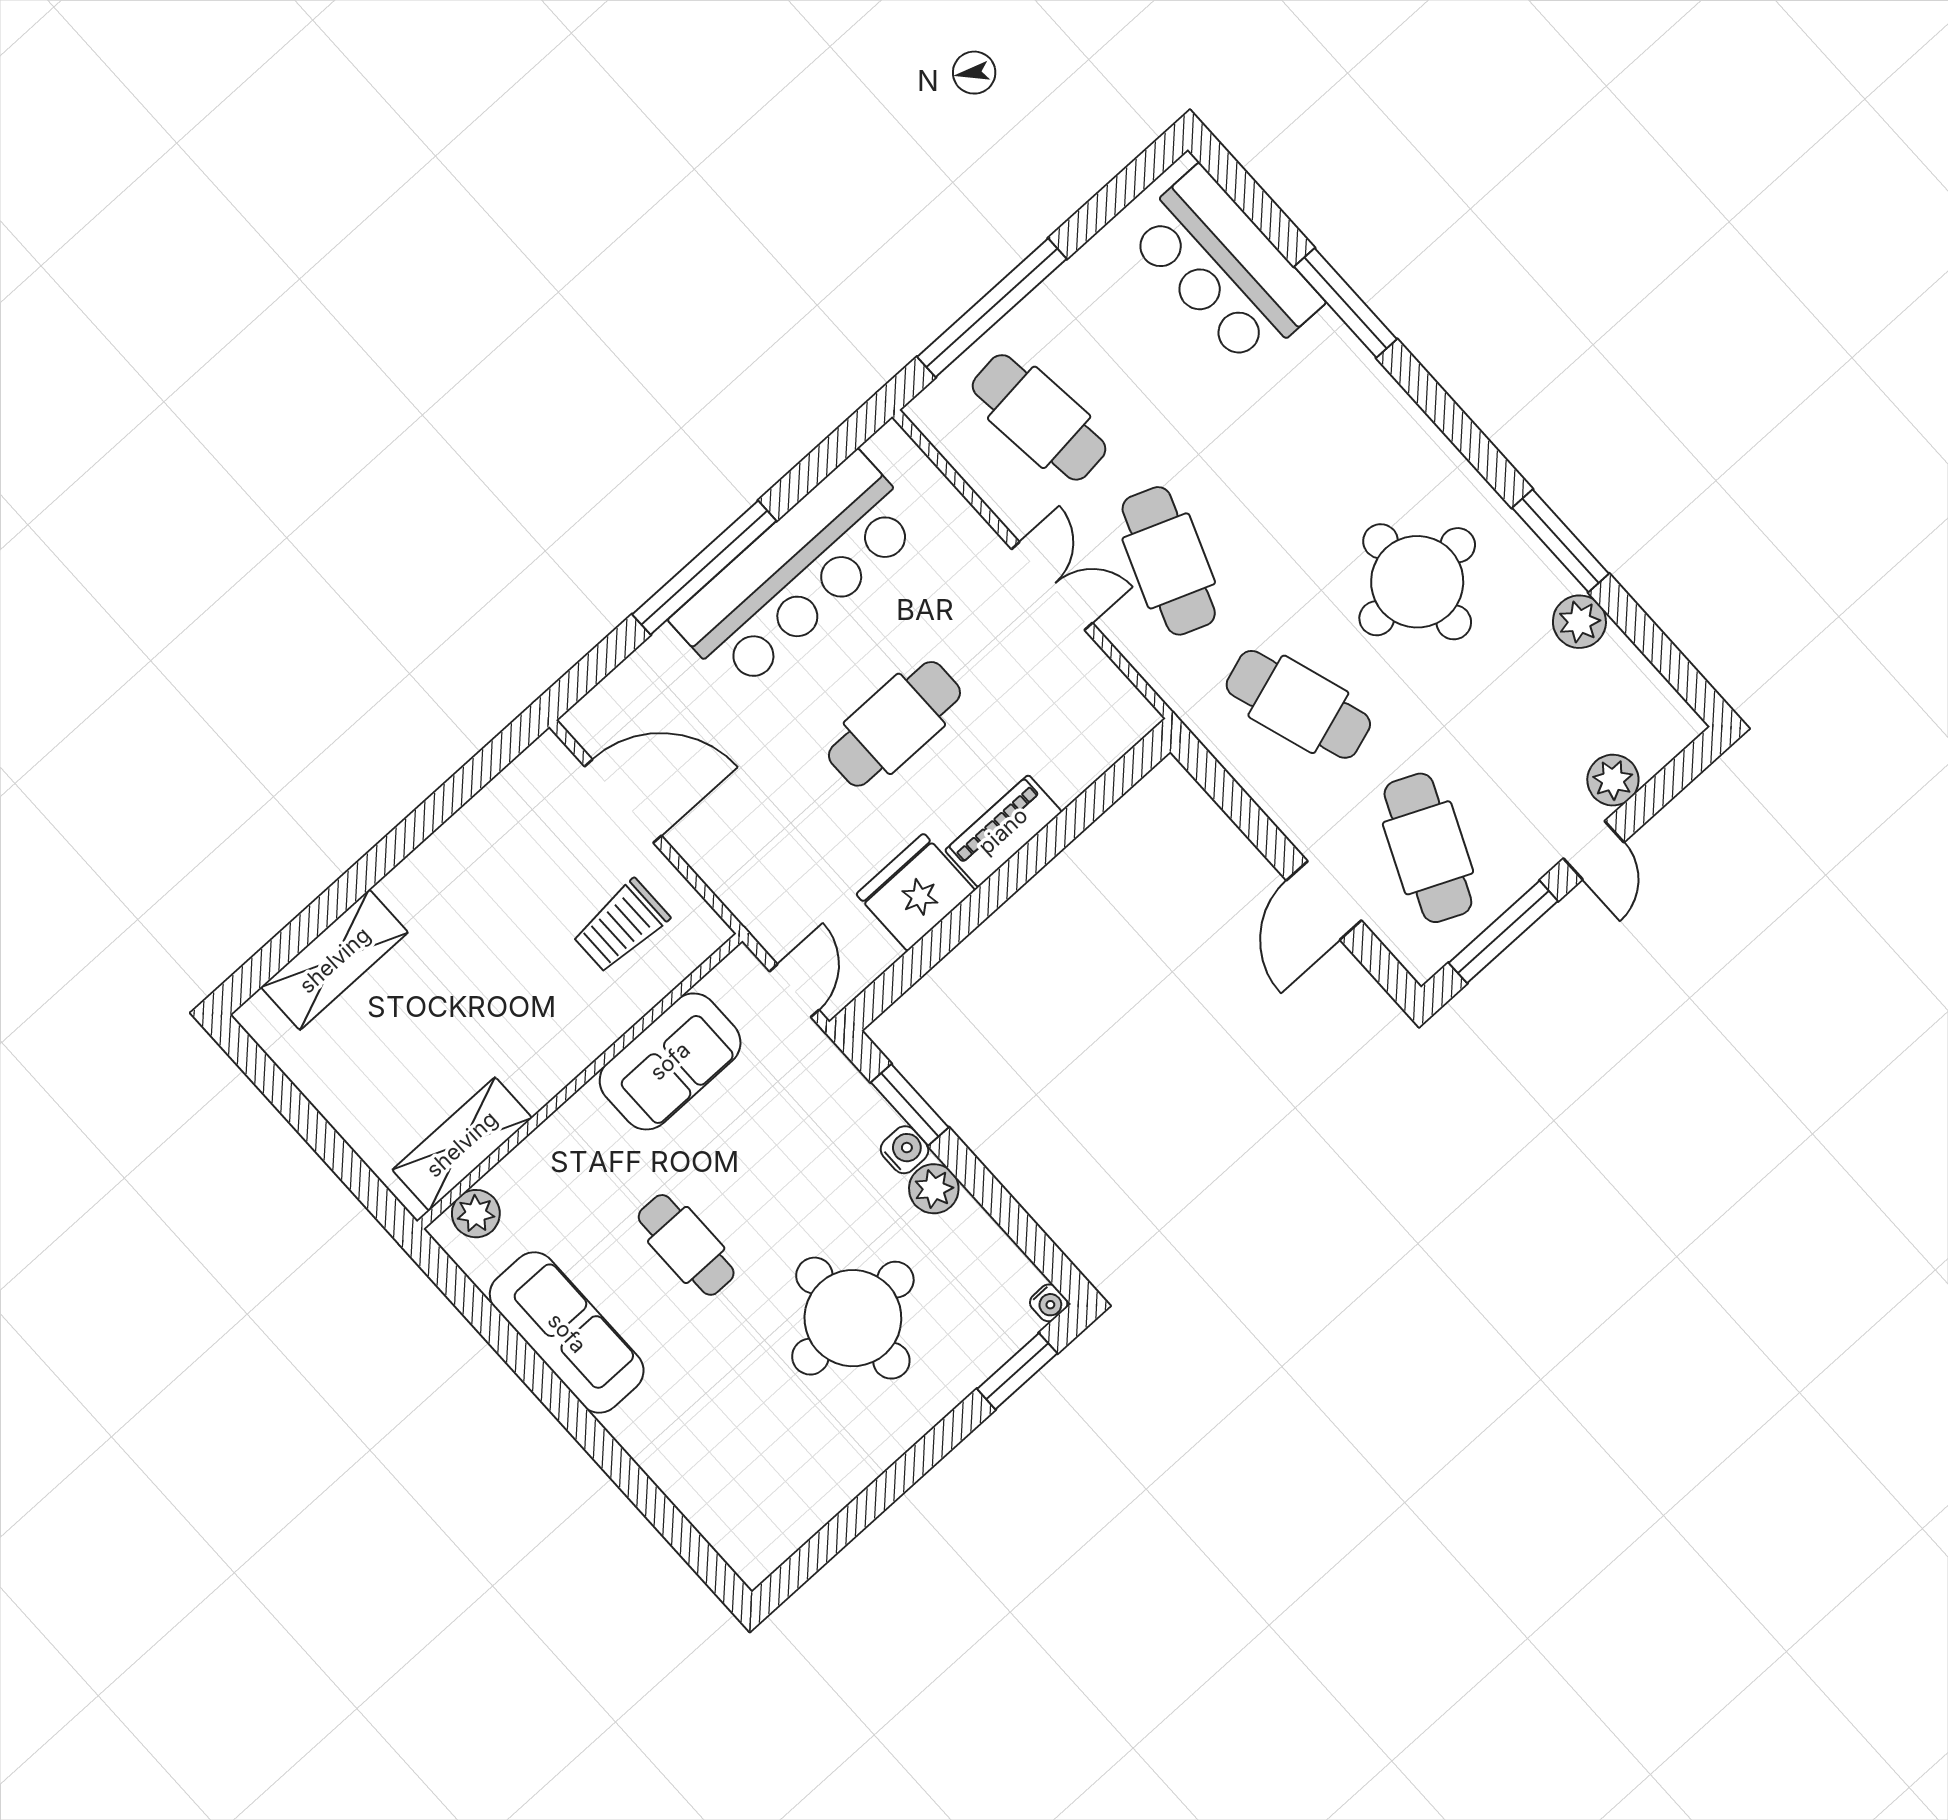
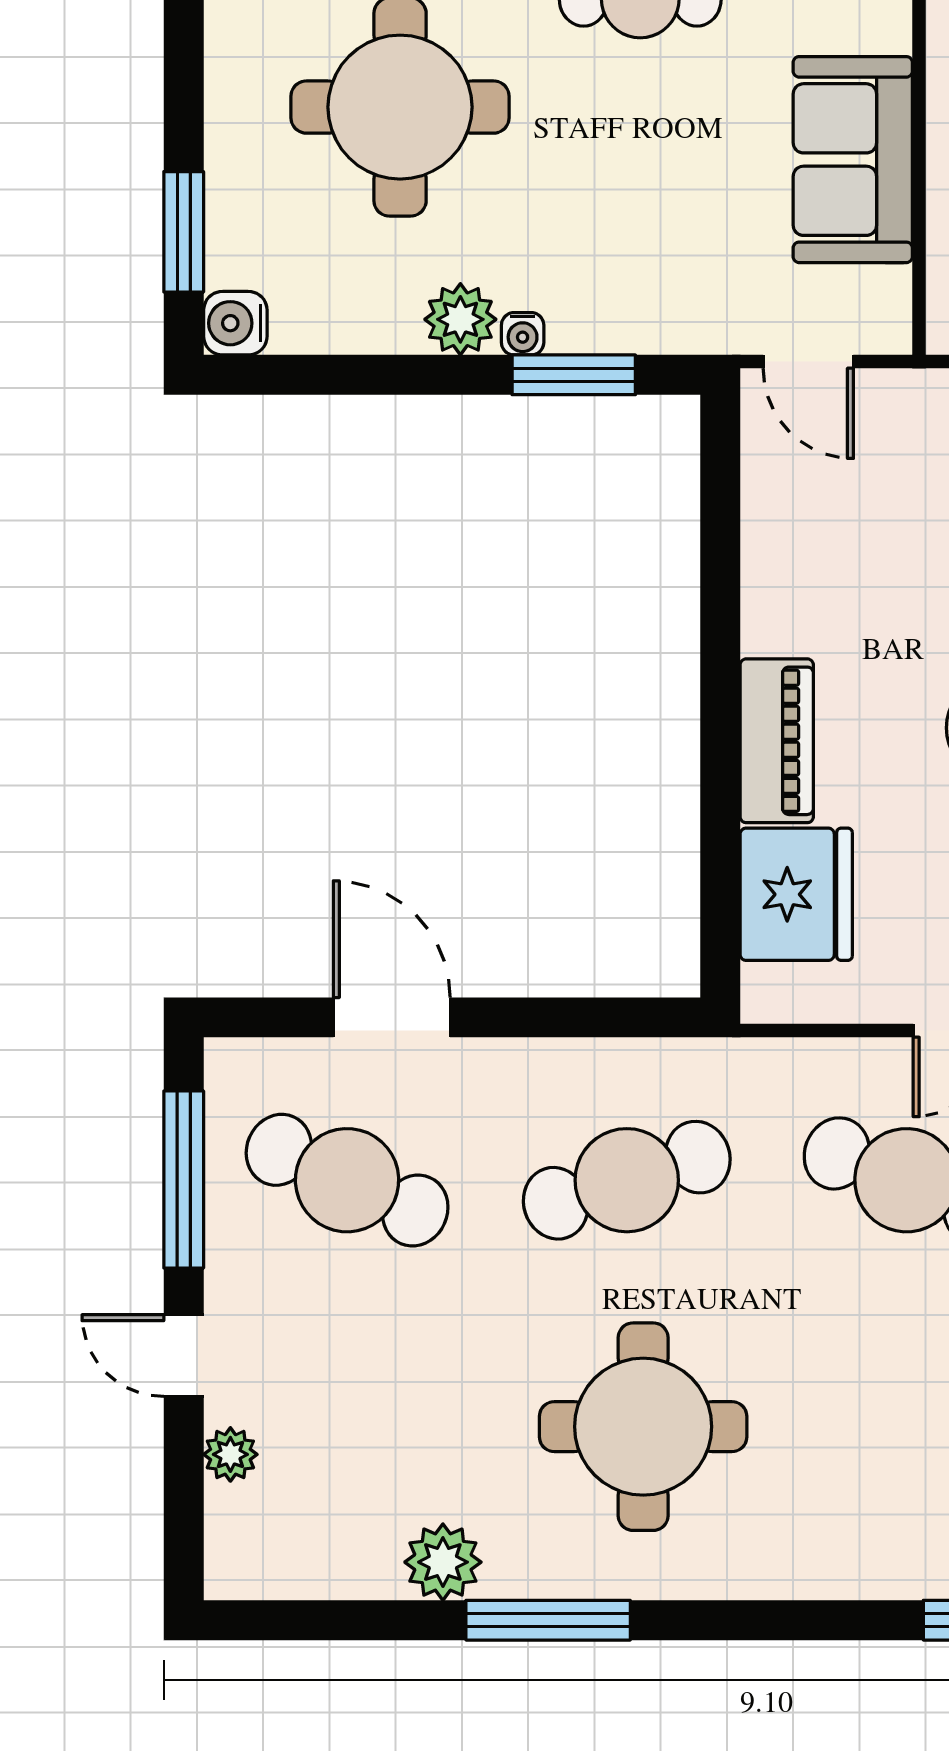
plant: (1613, 780) -> (230, 1454), width x0.73, depth x0.73
fridge: (916, 892) -> (796, 894), moved
water cooler: (904, 1150) -> (523, 334), width x0.72, depth x0.72
water cooler: (1049, 1303) -> (235, 323), width x1.38, depth x1.38

